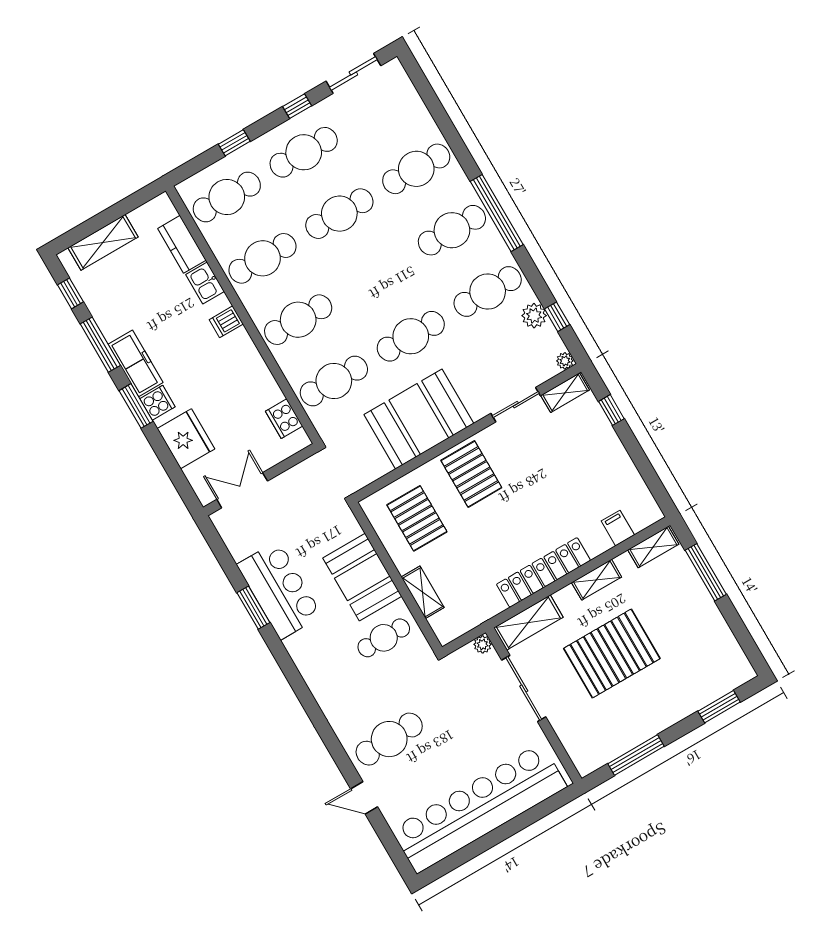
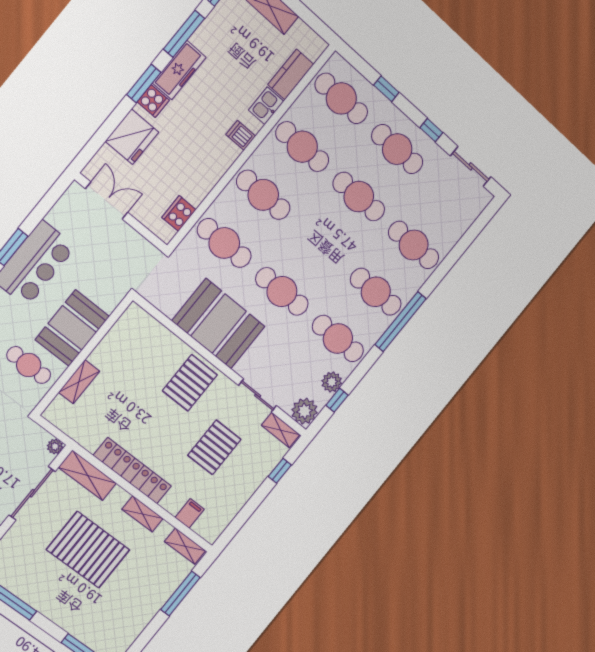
plant: (565, 361) -> (305, 411), width x1.88, depth x1.88
pallet: (417, 518) -> (214, 447), moved

